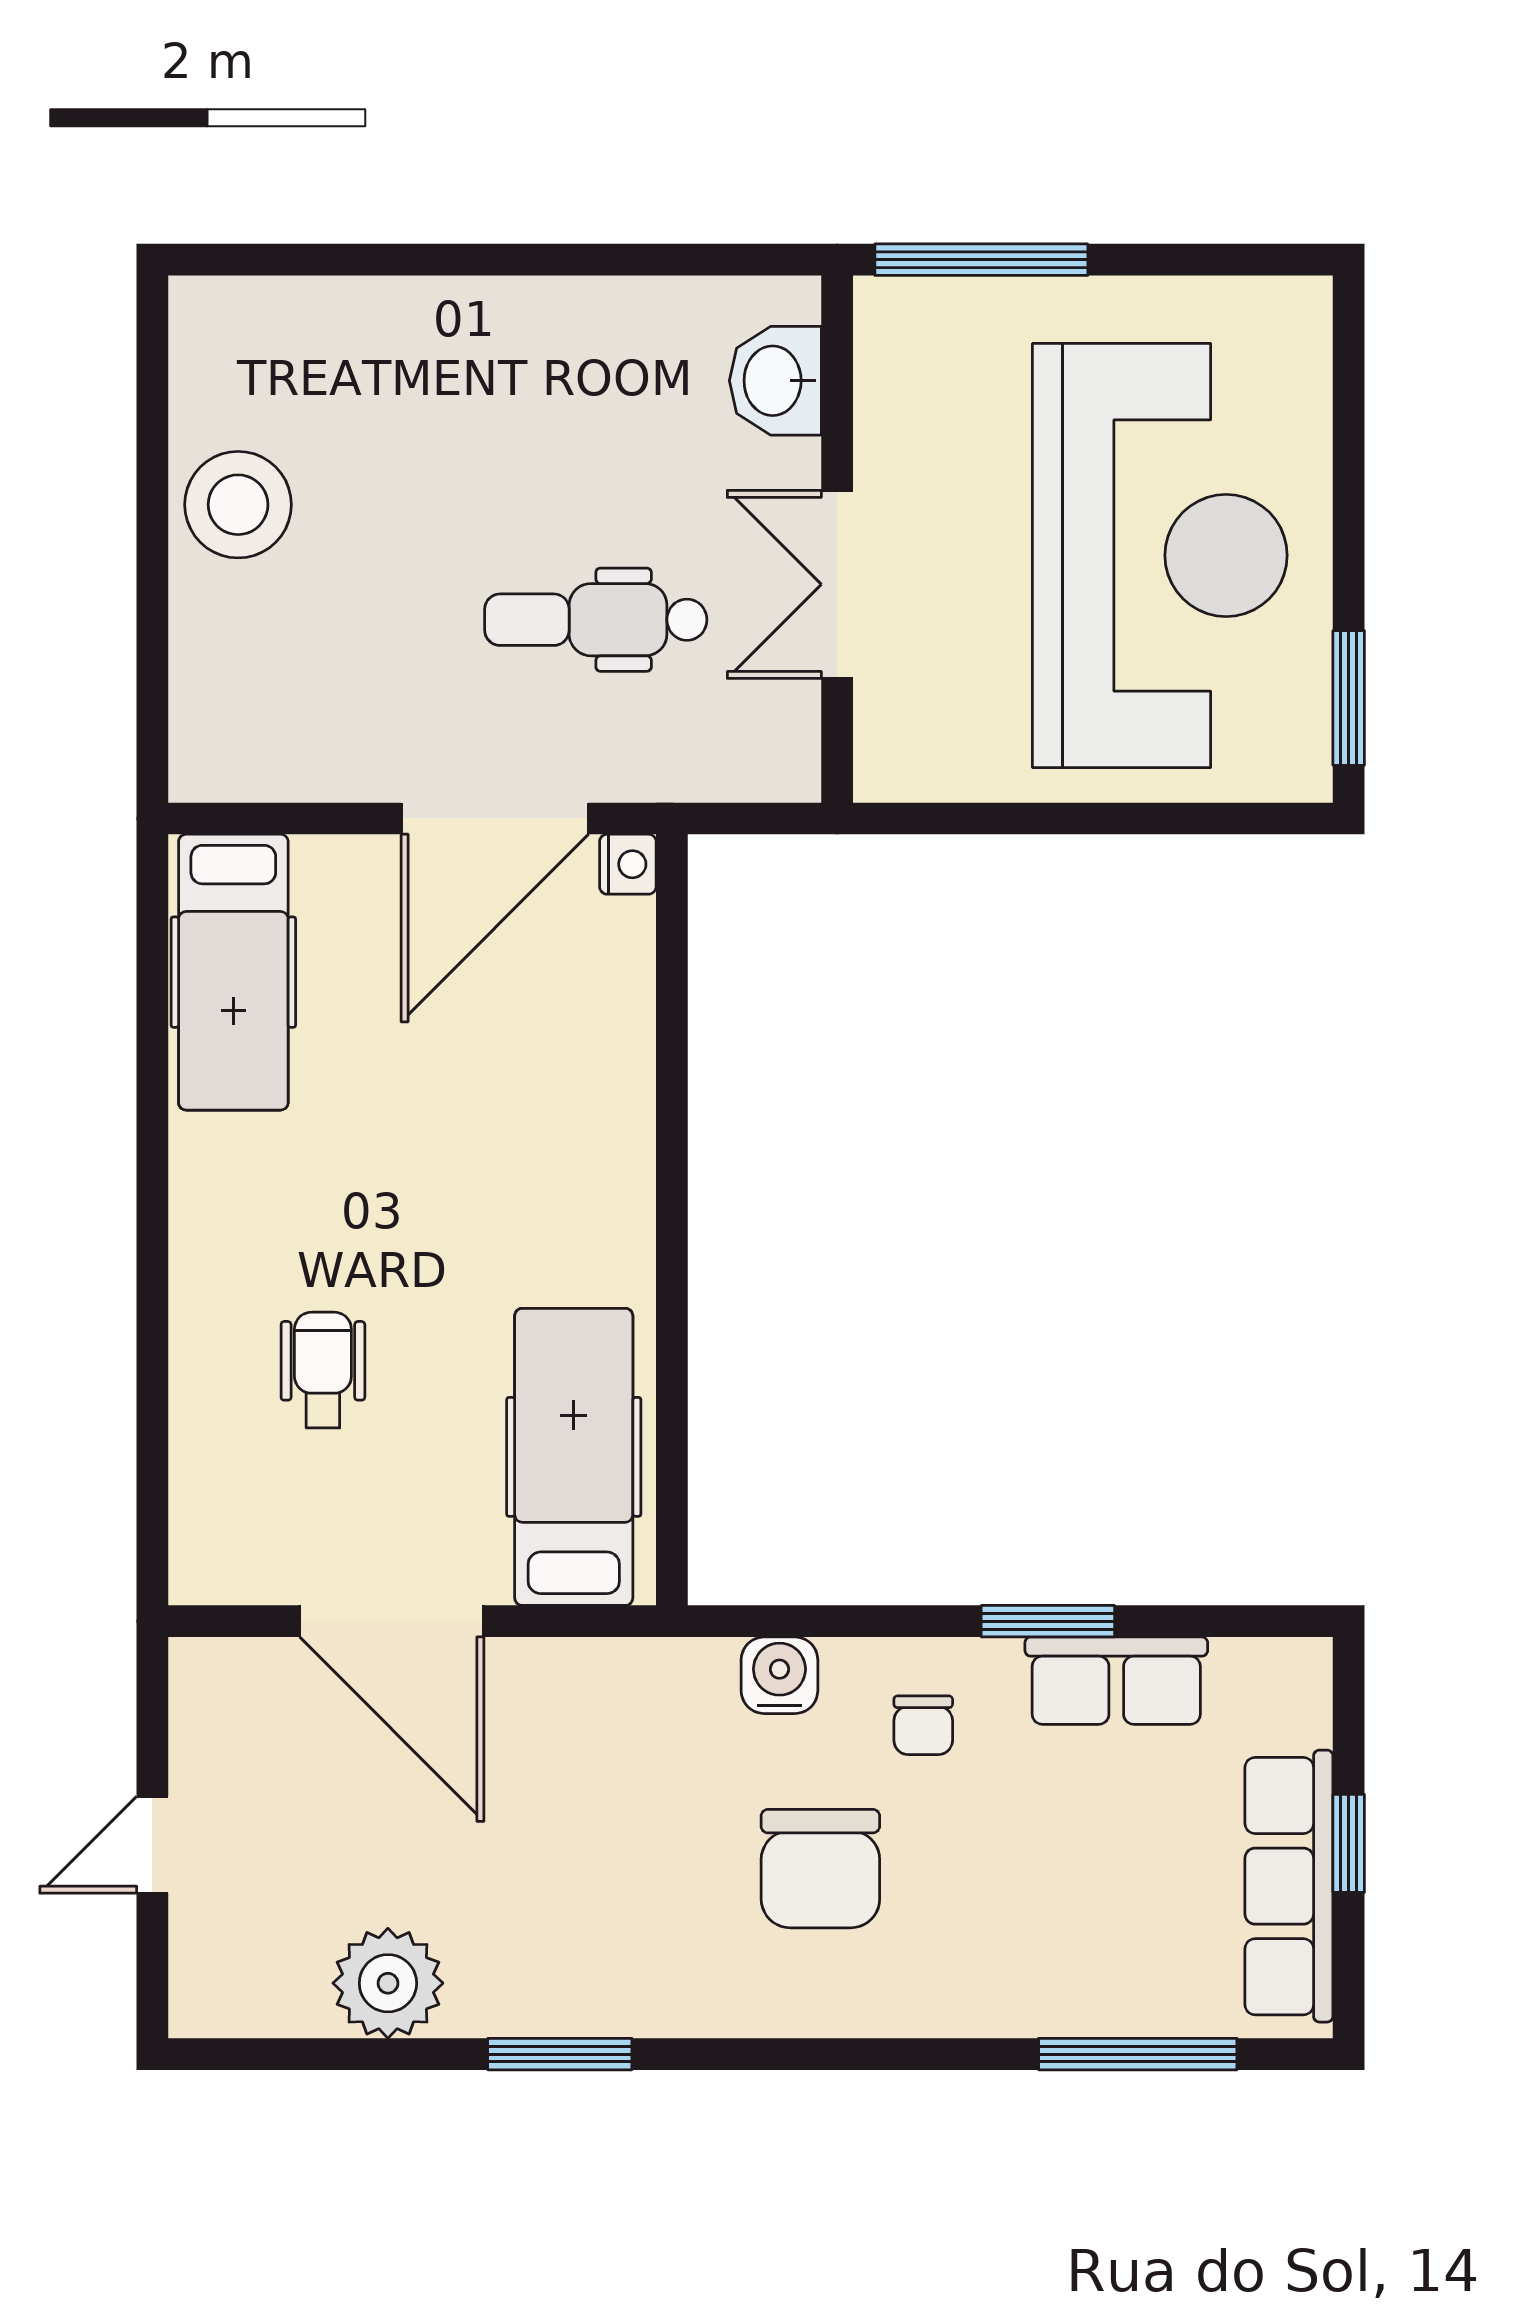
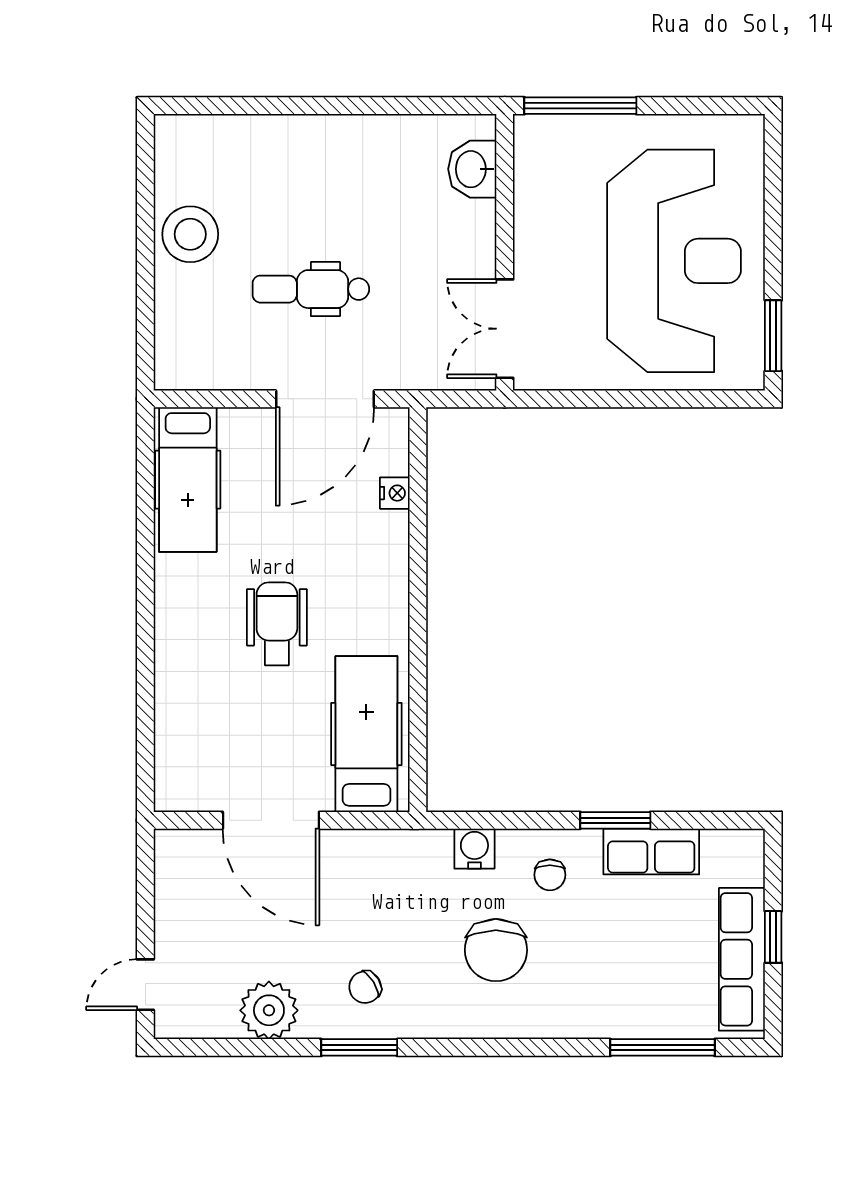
double door: (837, 584) -> (505, 329), moved
dental chair: (596, 620) -> (311, 289), moved
nightstand: (628, 864) -> (395, 493), moved
wheelchair: (323, 1370) -> (277, 624), moved, width x1.36, depth x1.37
door: (152, 1845) -> (145, 985), moved
chair: (571, 1939) -> (365, 987), added

